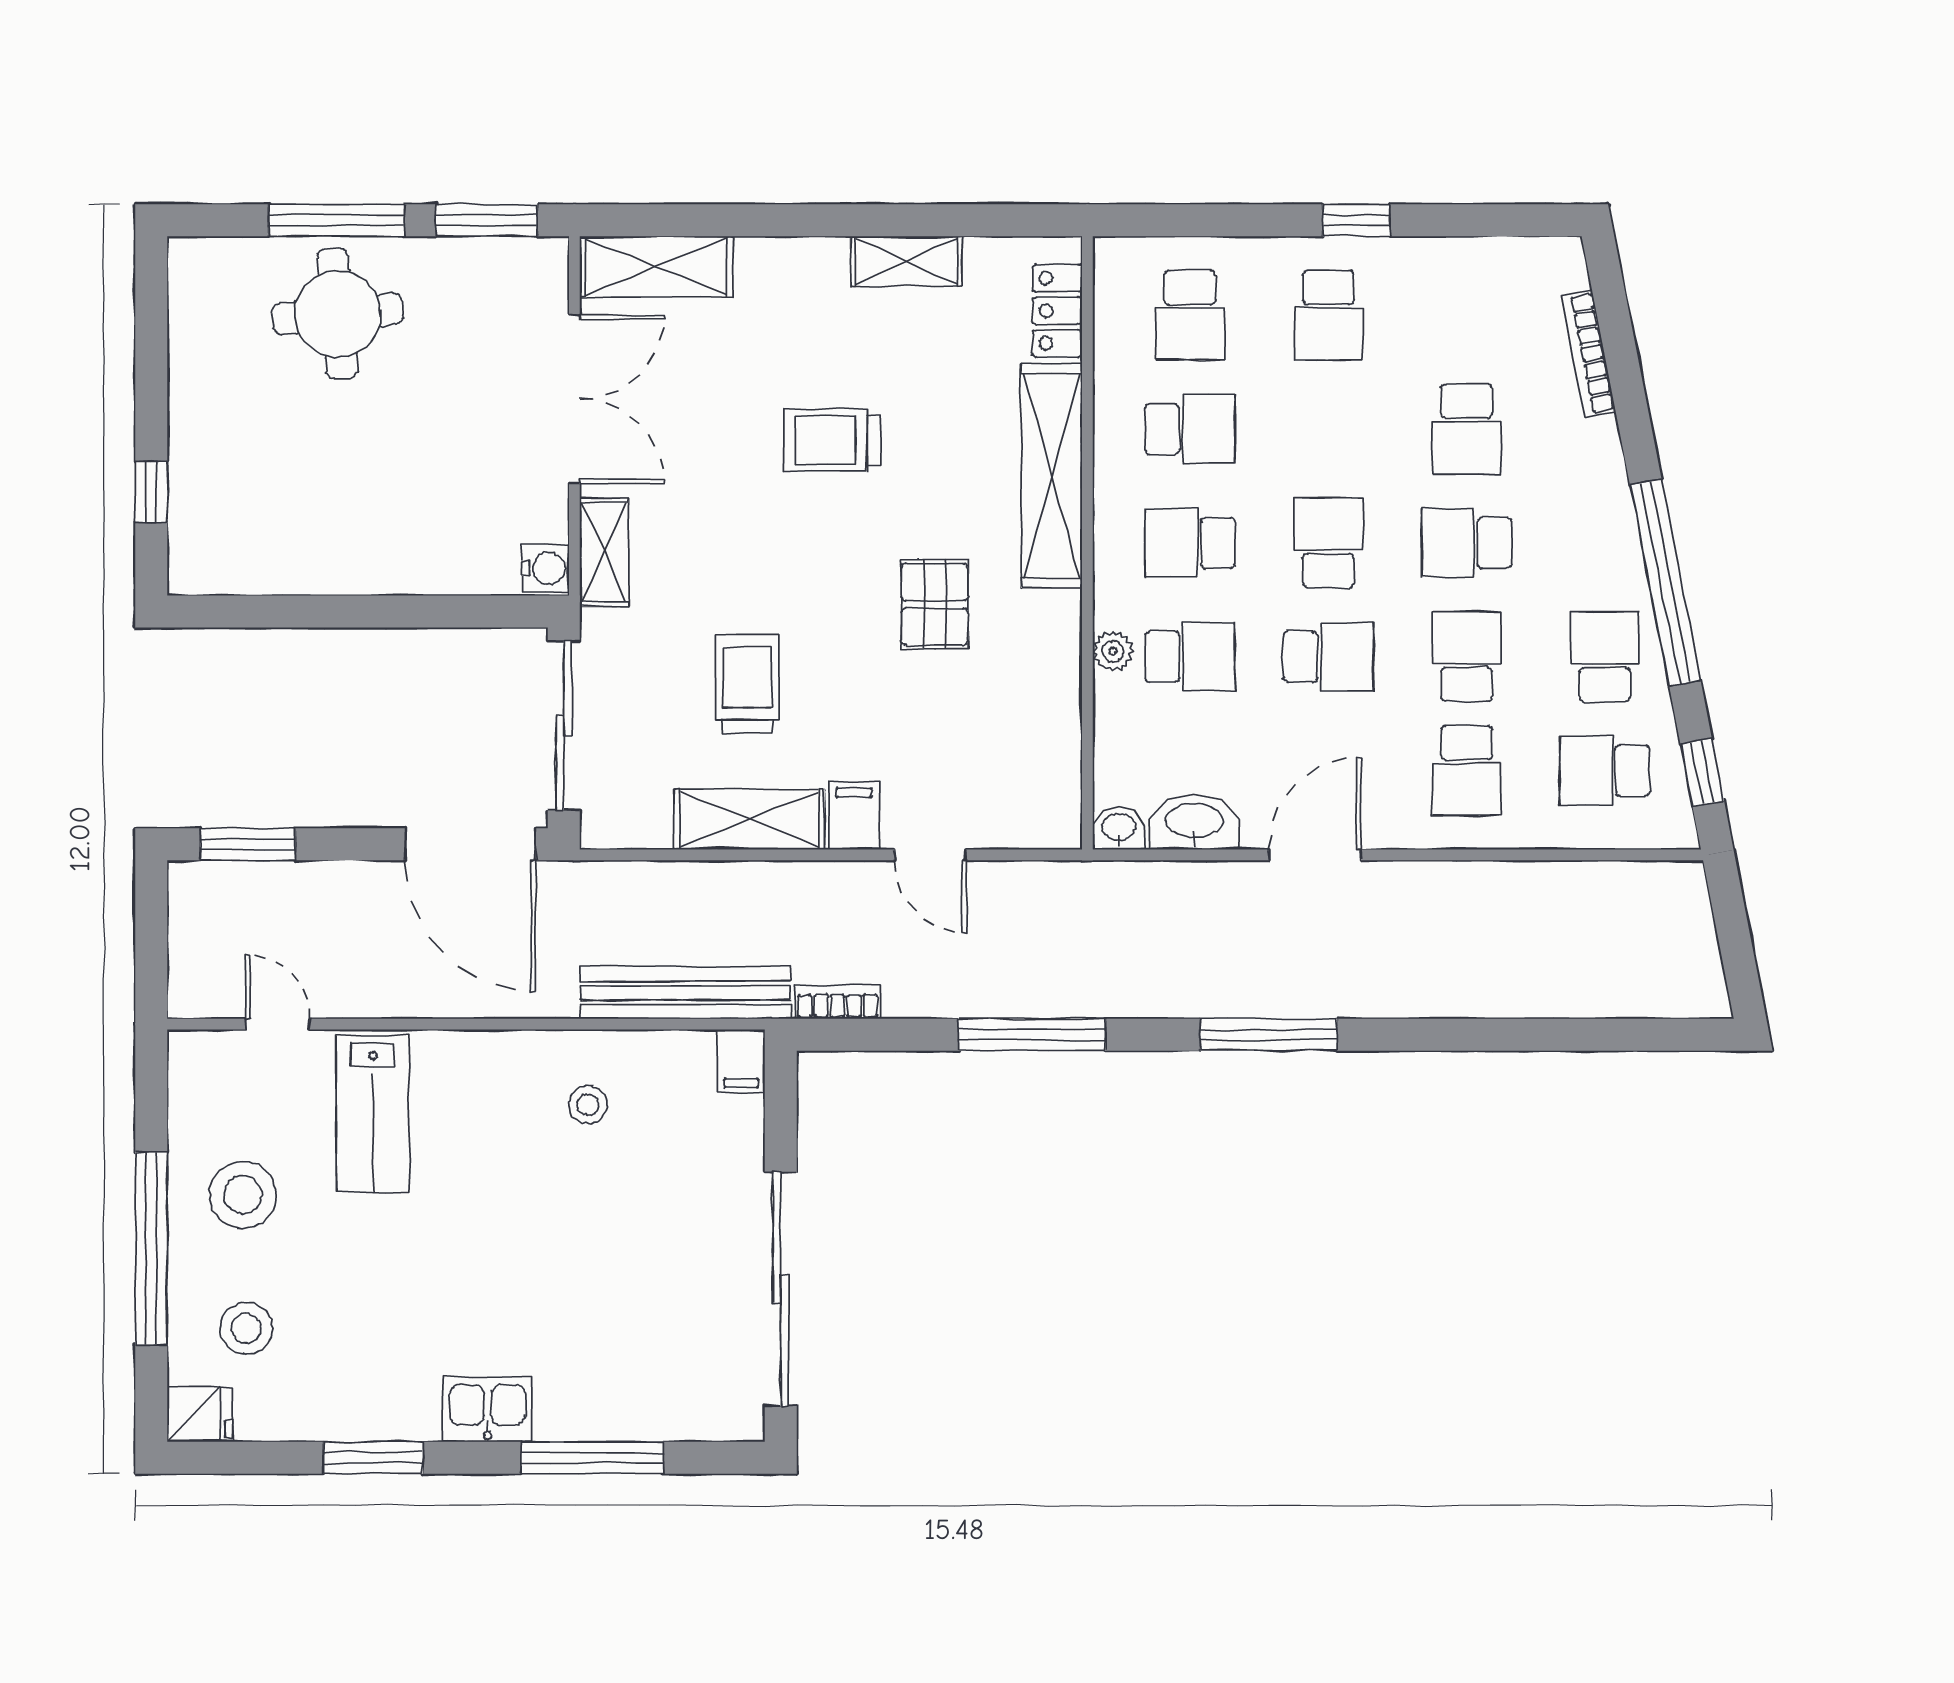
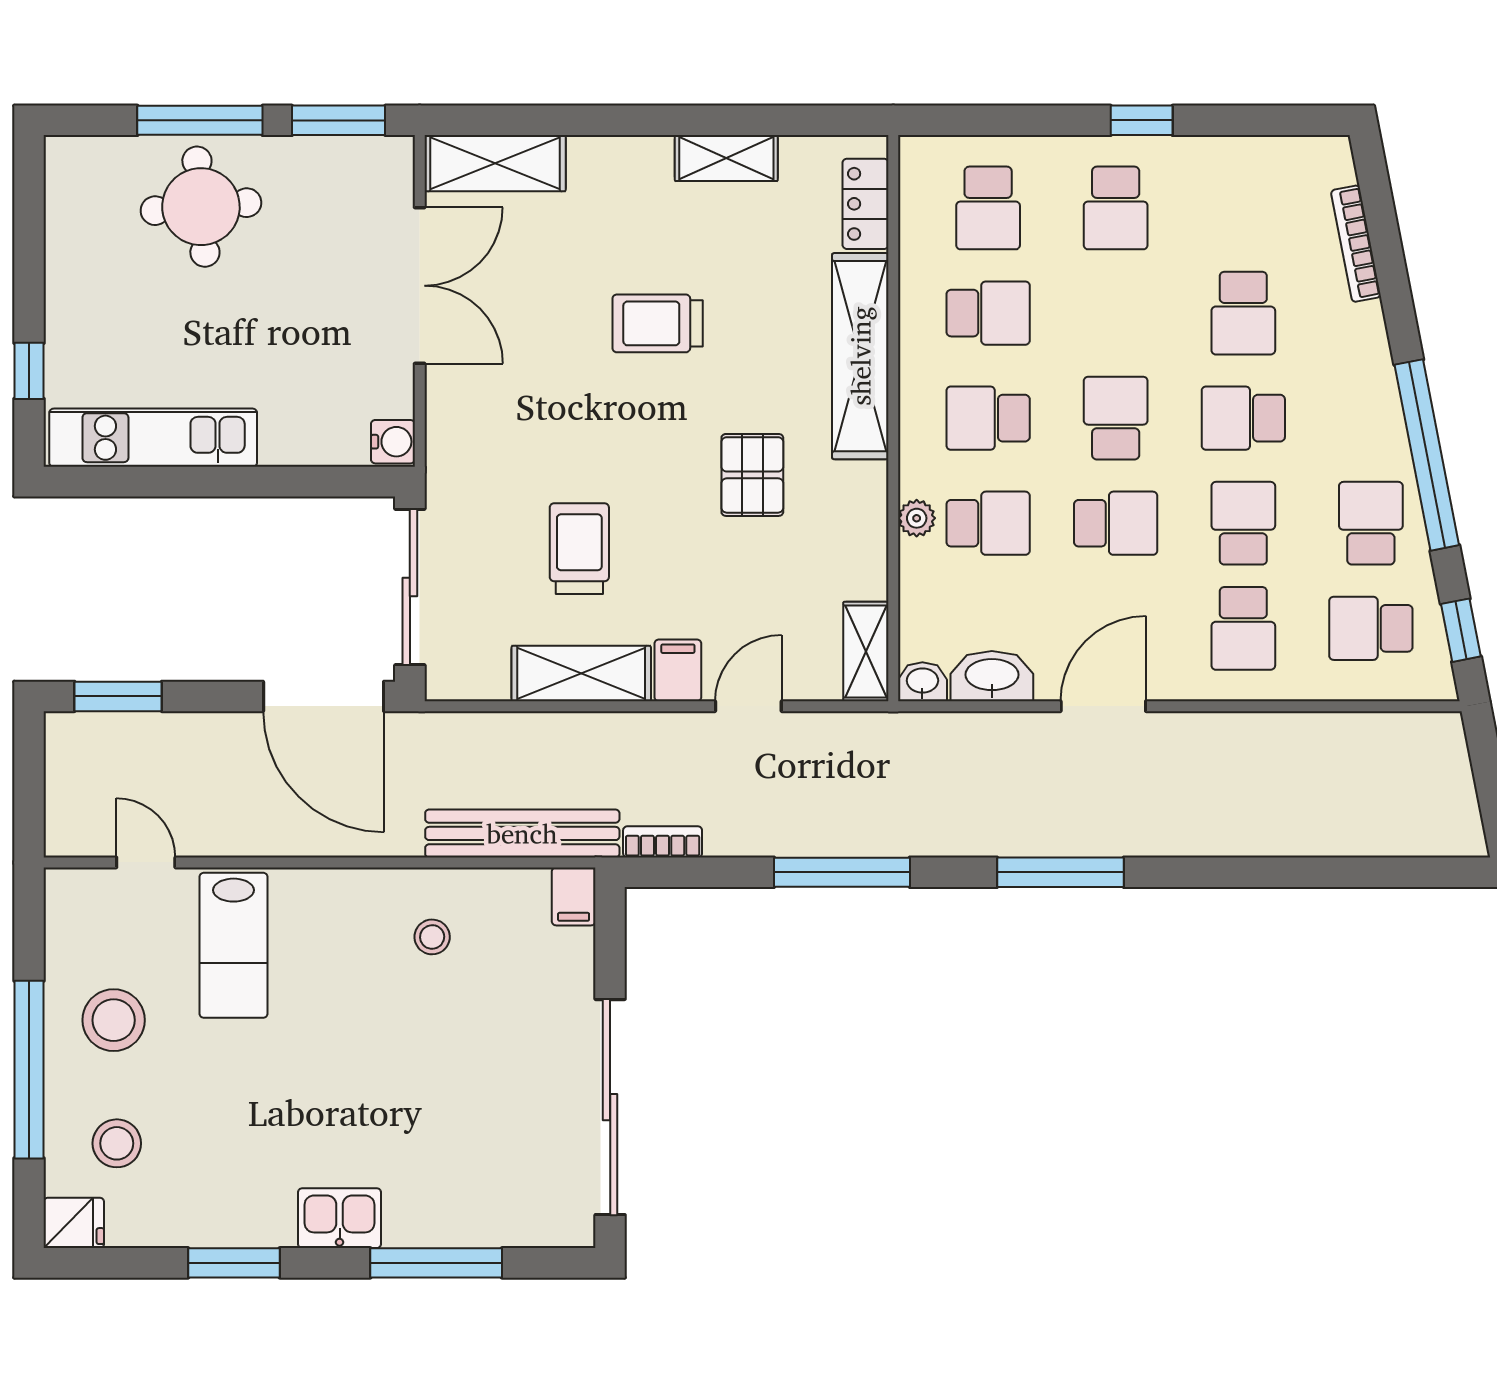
shelving: (604, 552) -> (866, 651), moved
kitchen unit: (286, 564) -> (153, 438), added
door: (930, 855) -> (748, 706), swing flipped

